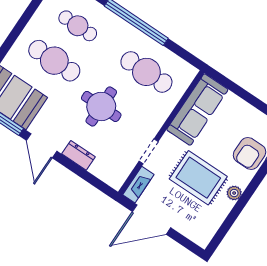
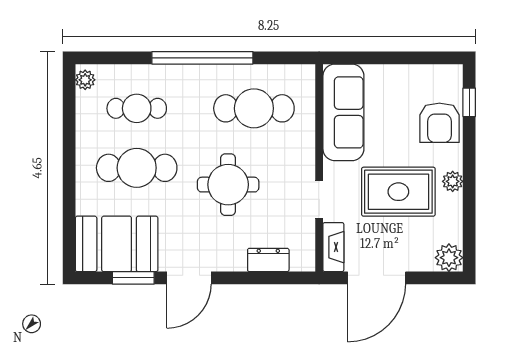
door: (42, 146) -> (189, 278), hinge flipped
dresser: (78, 155) -> (268, 260), moved
plant: (202, 236) -> (449, 258), added

